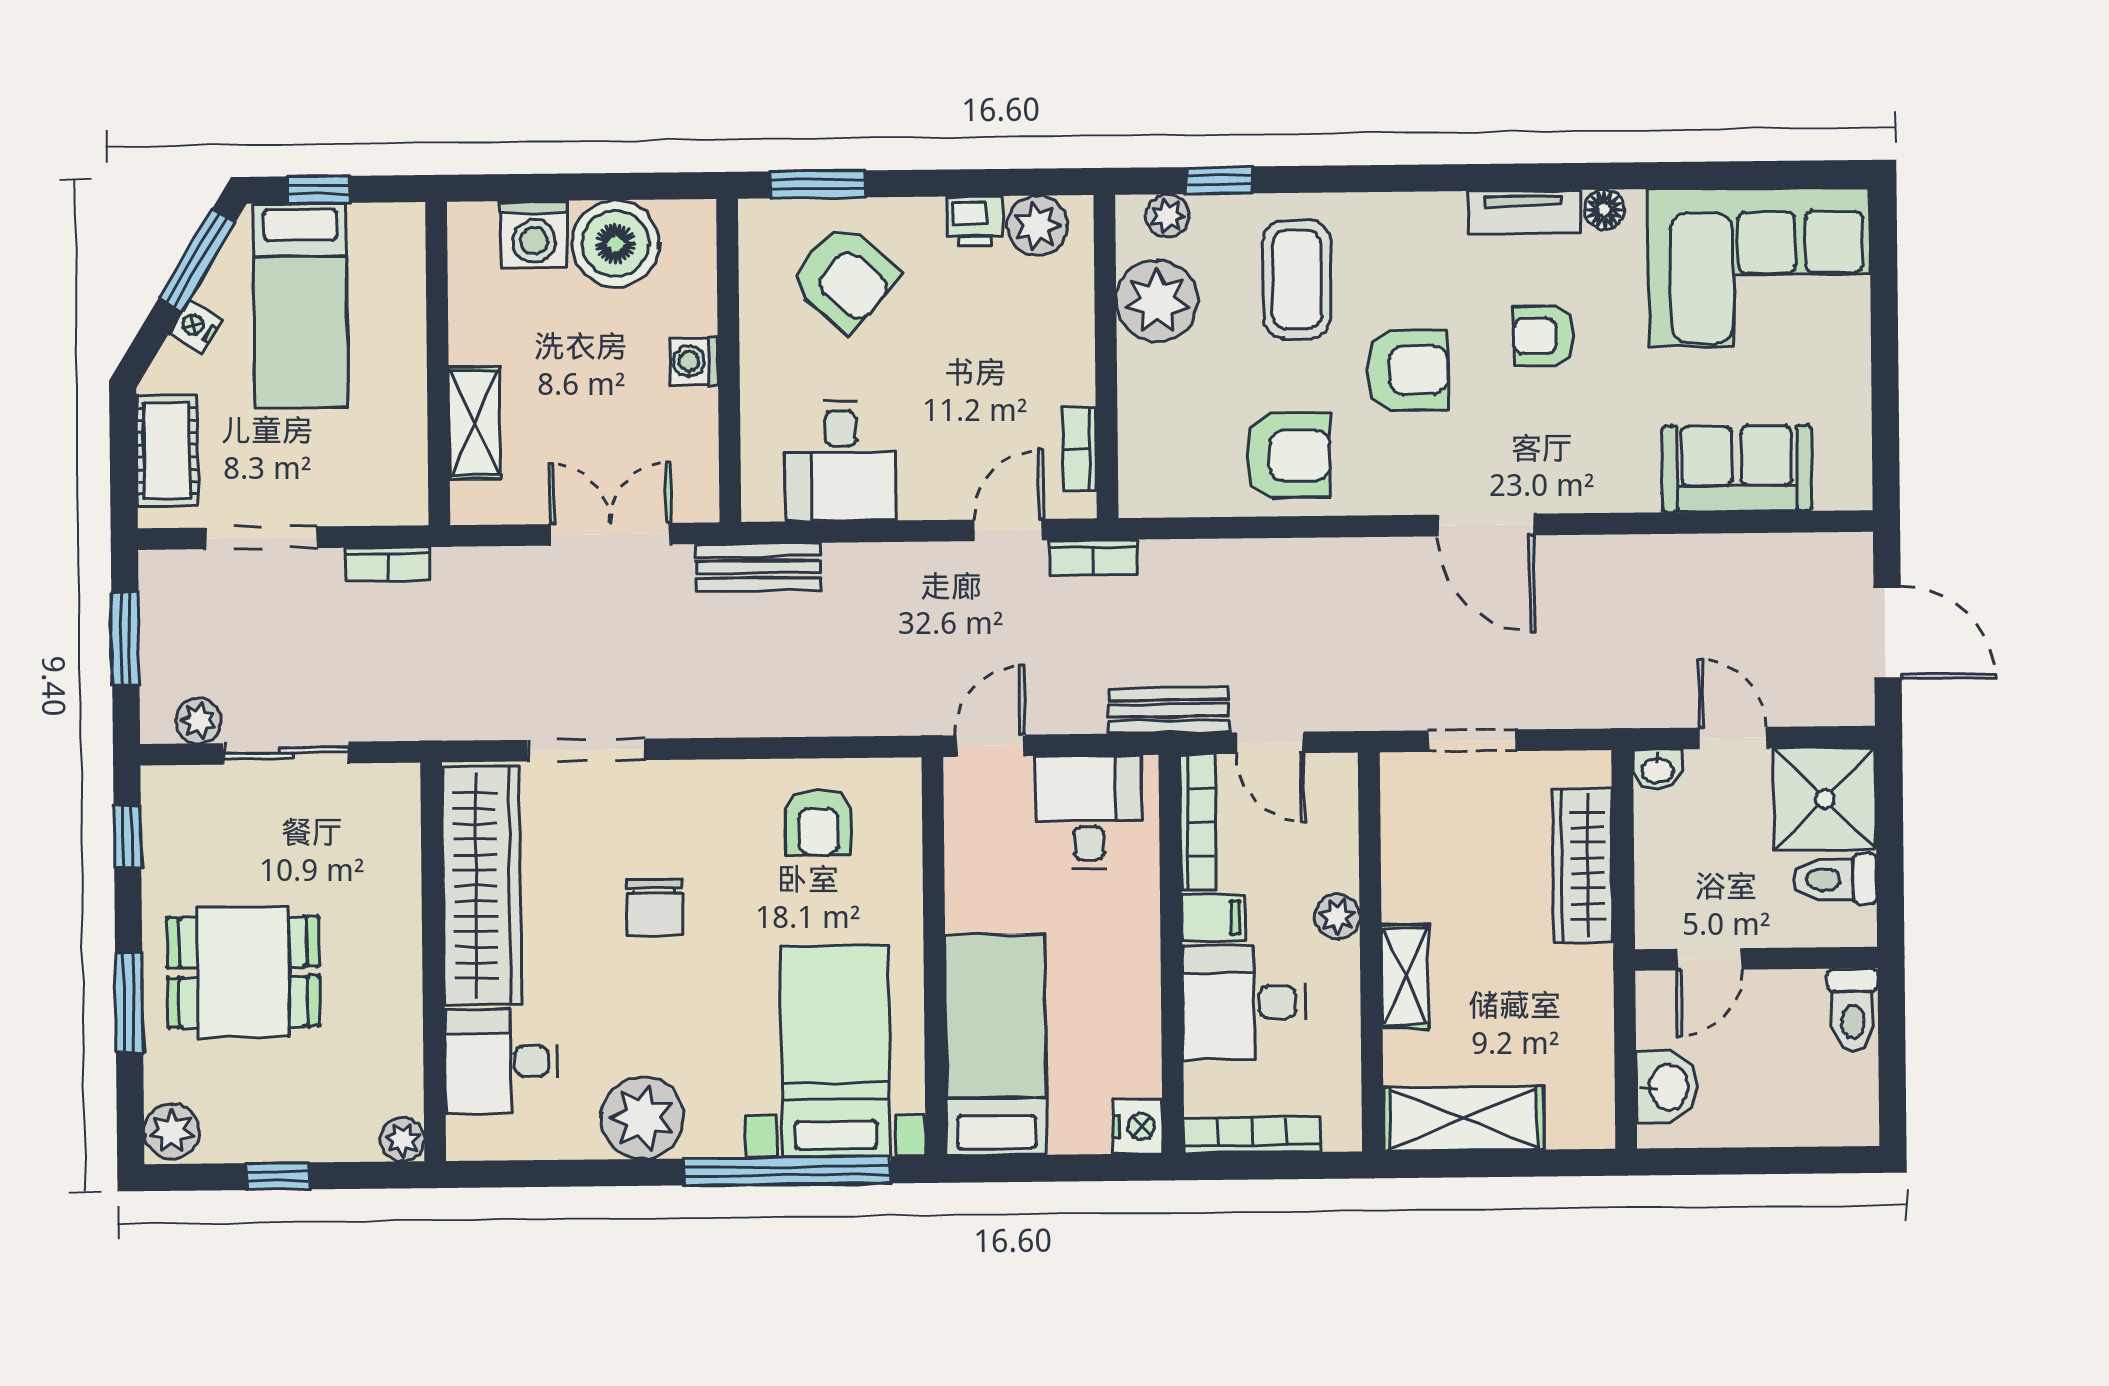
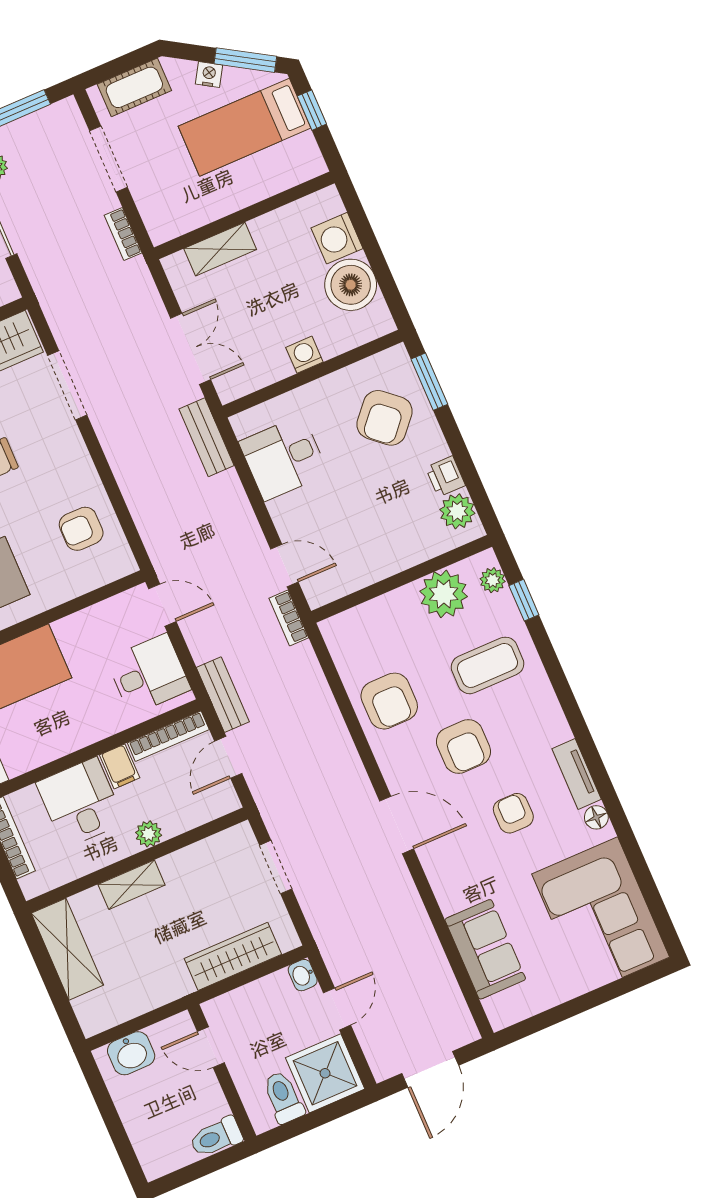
bookcase: (1079, 449) -> (345, 586), removed
door: (1485, 525) -> (397, 825), swing flipped

